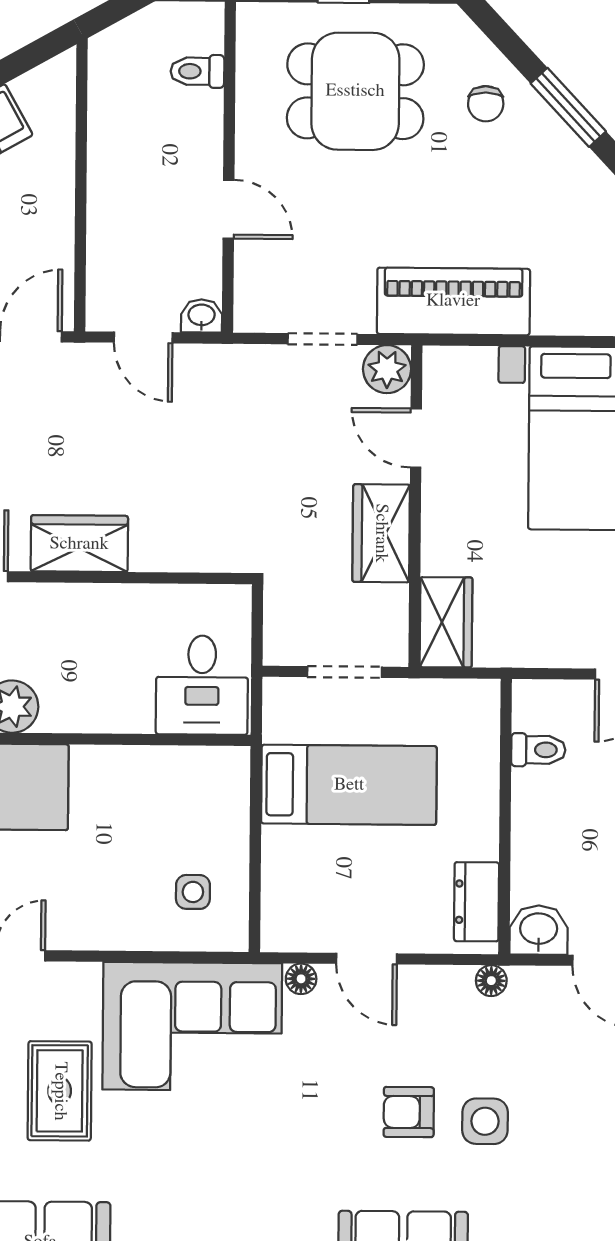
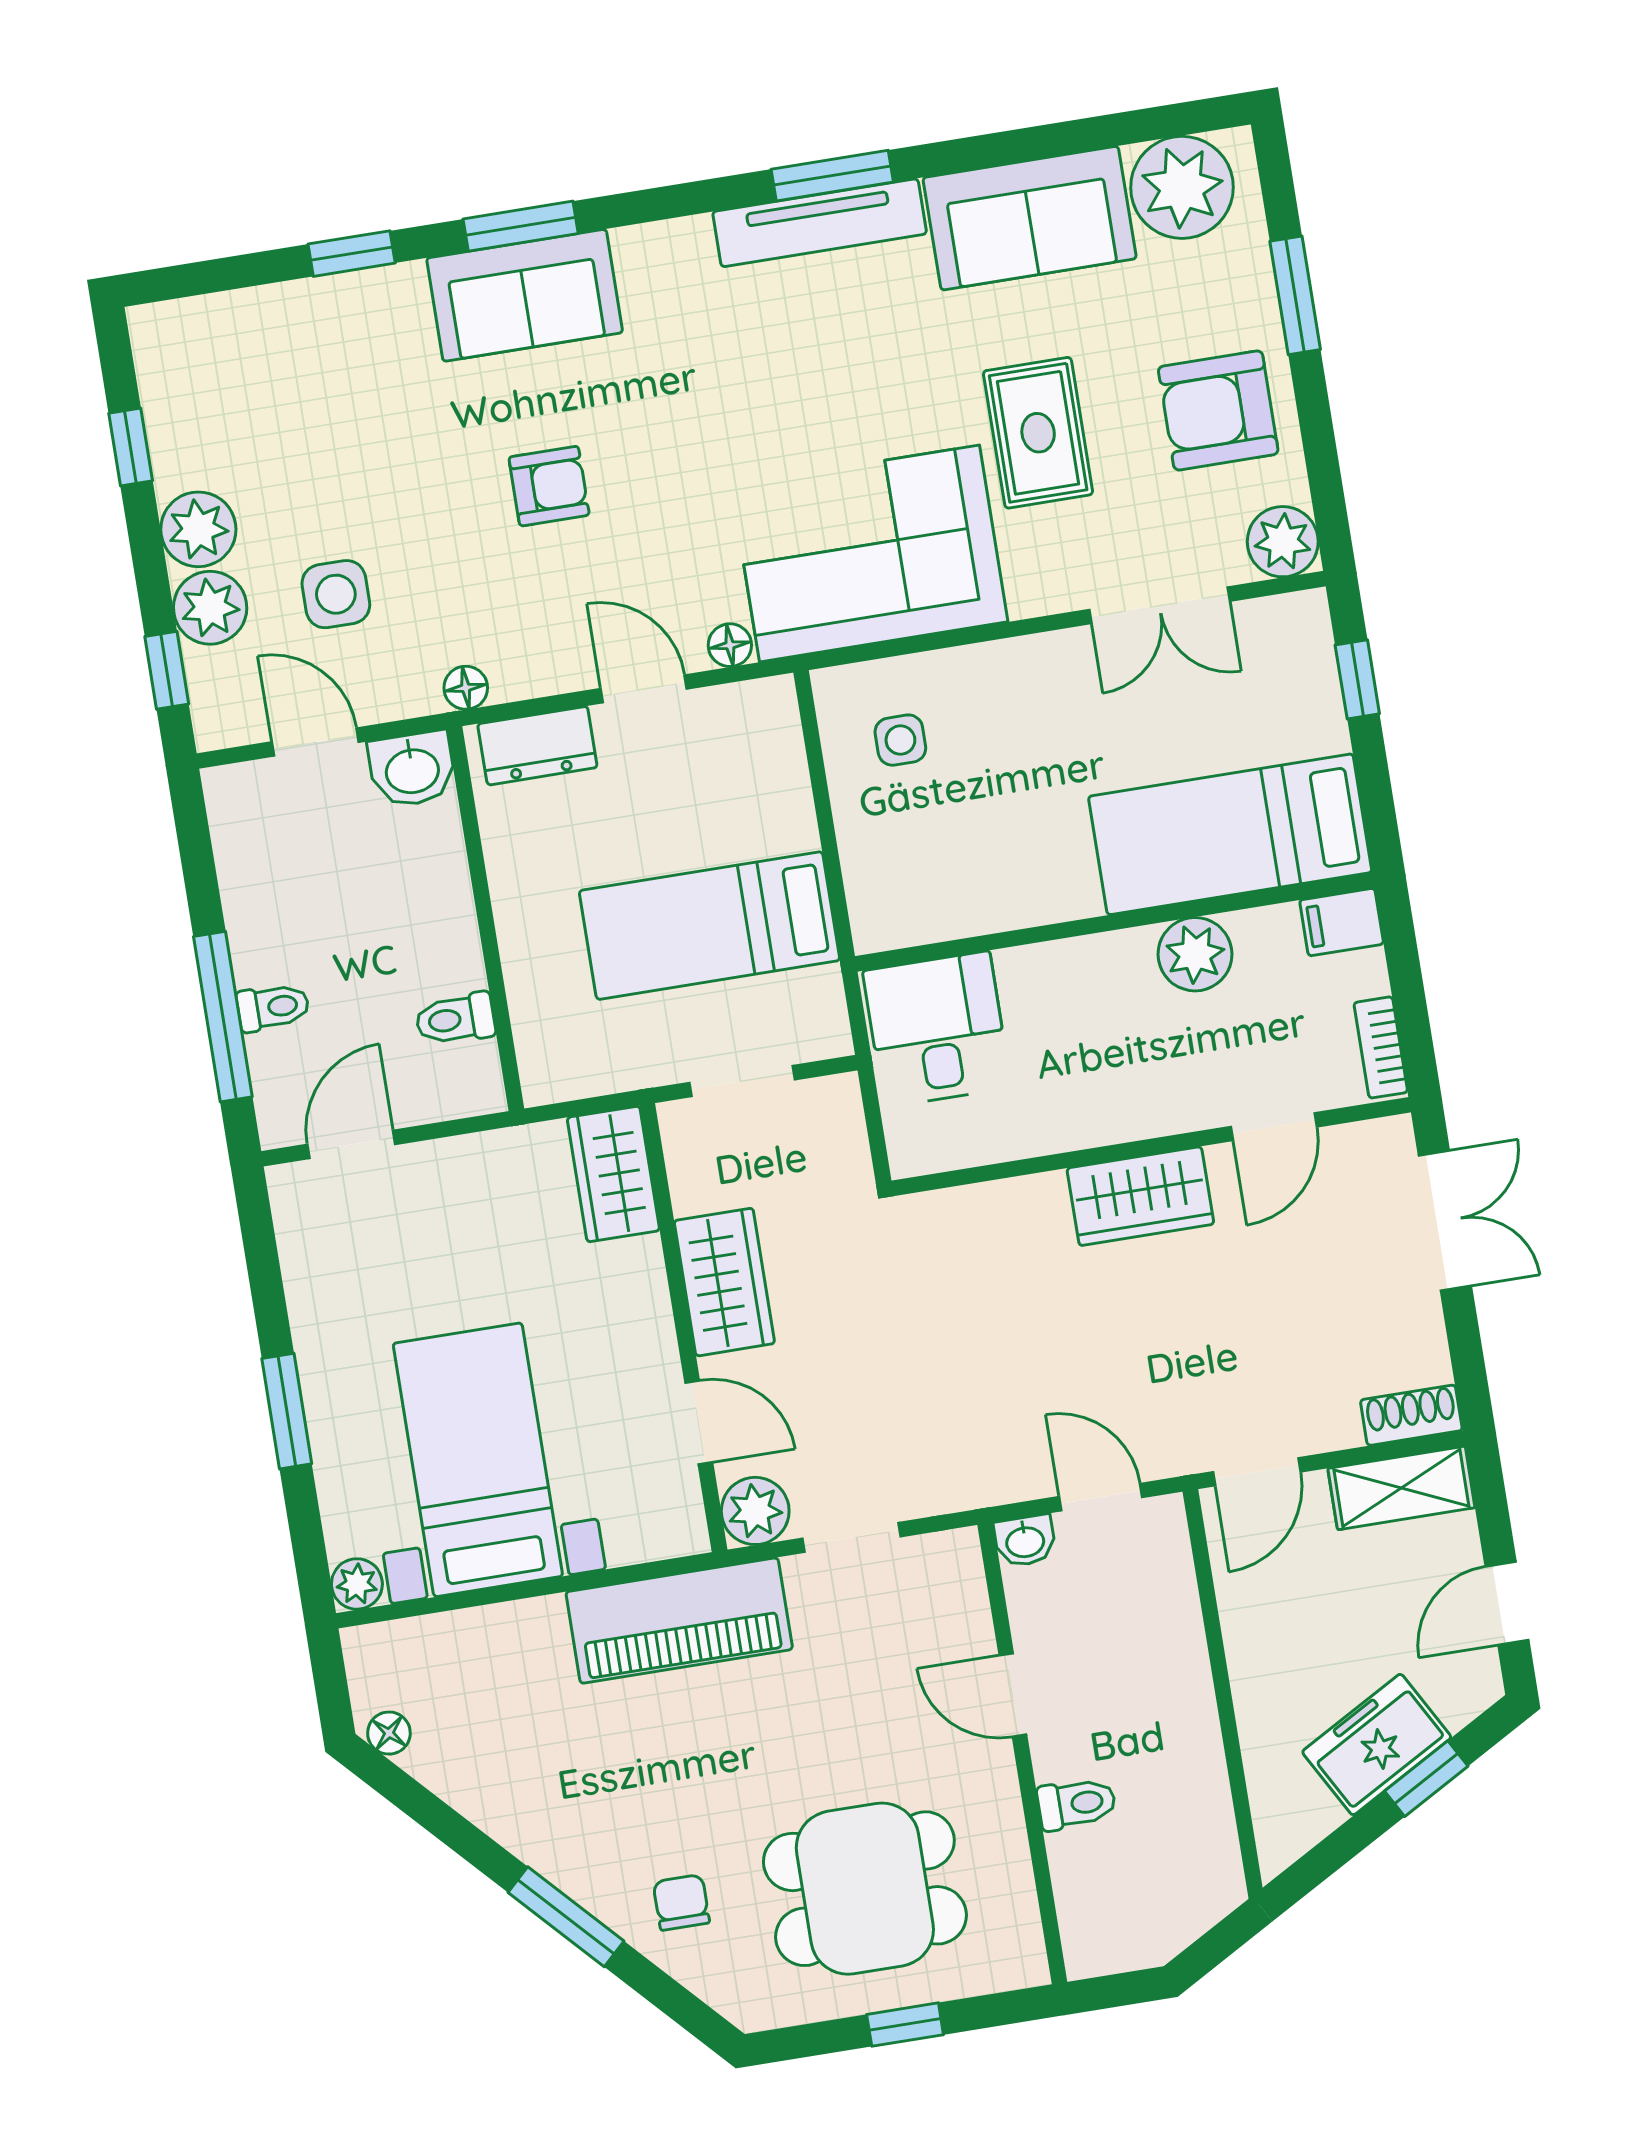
toilet: (197, 71) -> (1077, 1804), moved
dresser: (477, 902) -> (537, 746), moved, turned 90
side table: (485, 1121) -> (336, 594), moved

